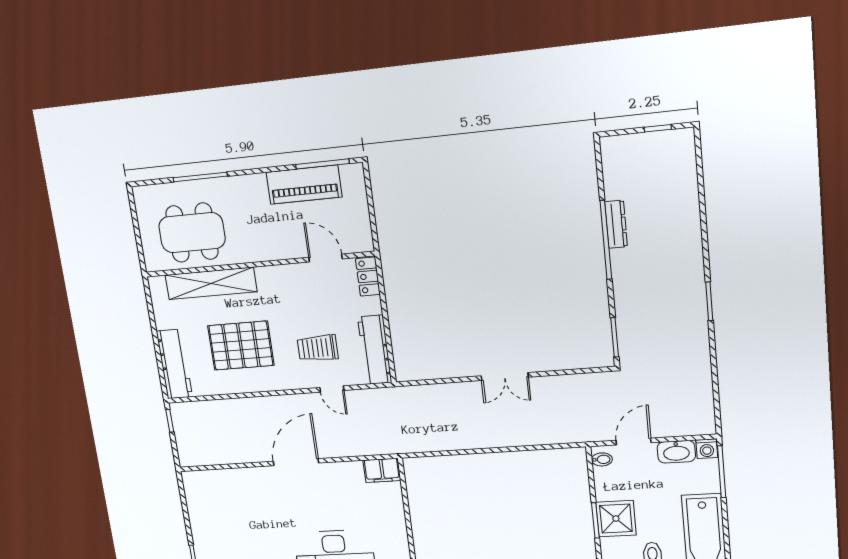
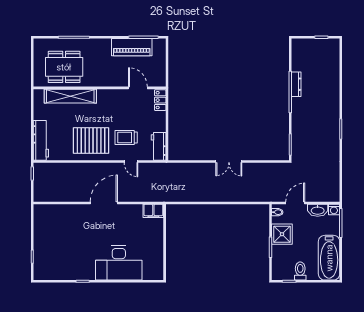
pallet: (241, 346) -> (91, 141), moved
workbench: (375, 350) -> (159, 146), width x0.73
shower: (616, 519) -> (282, 234), moved

